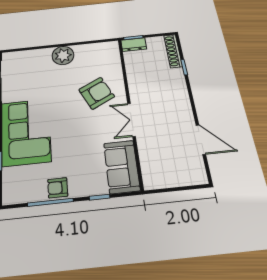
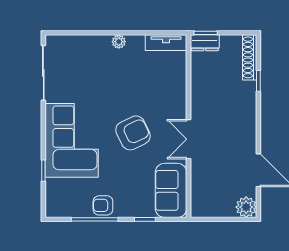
tv unit: (102, 48) -> (166, 43), added
plant: (63, 55) -> (119, 42), width x0.53, depth x0.53
armchair: (97, 93) -> (133, 133), moved
plant: (197, 175) -> (246, 207), added

